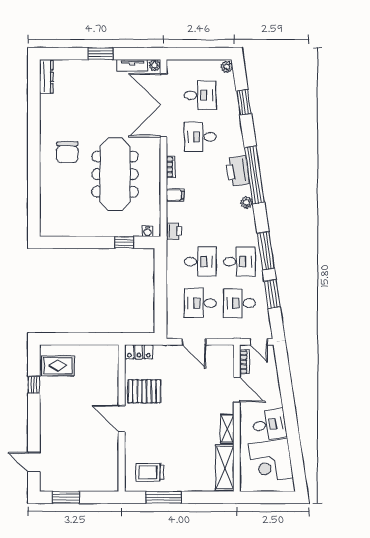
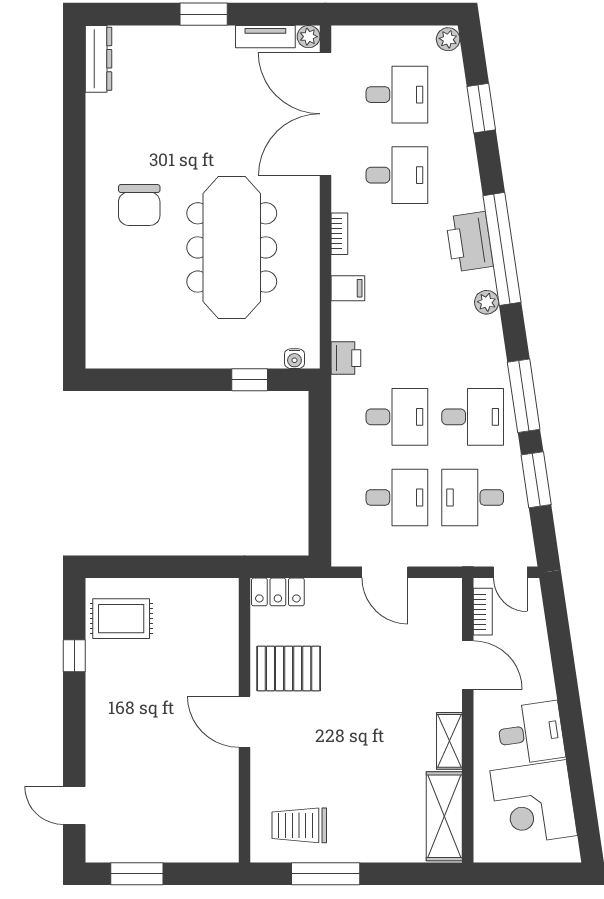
desk: (200, 137) -> (397, 175), turned 180
desk: (200, 303) -> (397, 497), turned 180

